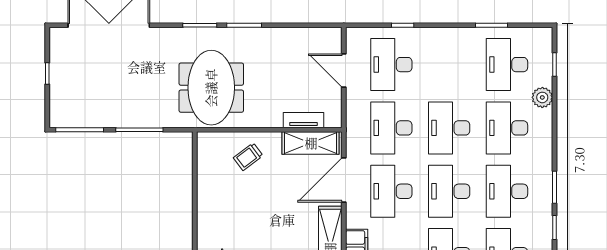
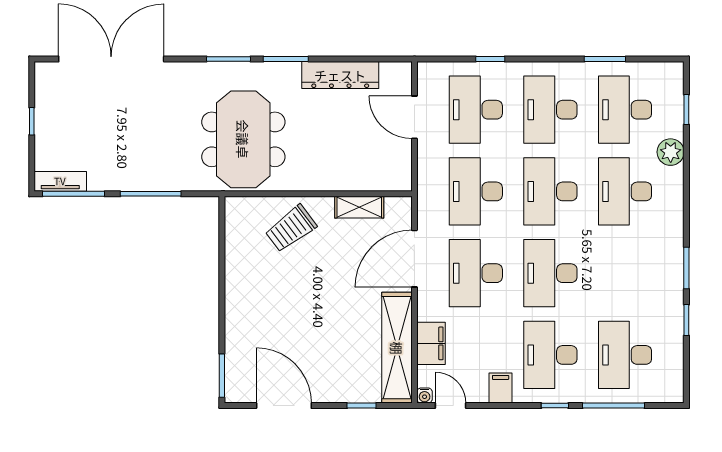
dresser: (286, 38) -> (340, 75), added
tv unit: (304, 120) -> (60, 181), moved
shelving: (311, 143) -> (359, 207), width x0.67, depth x0.75
trolley: (248, 157) -> (291, 228), width x1.36, depth x1.39
desk: (507, 191) -> (550, 110), moved

